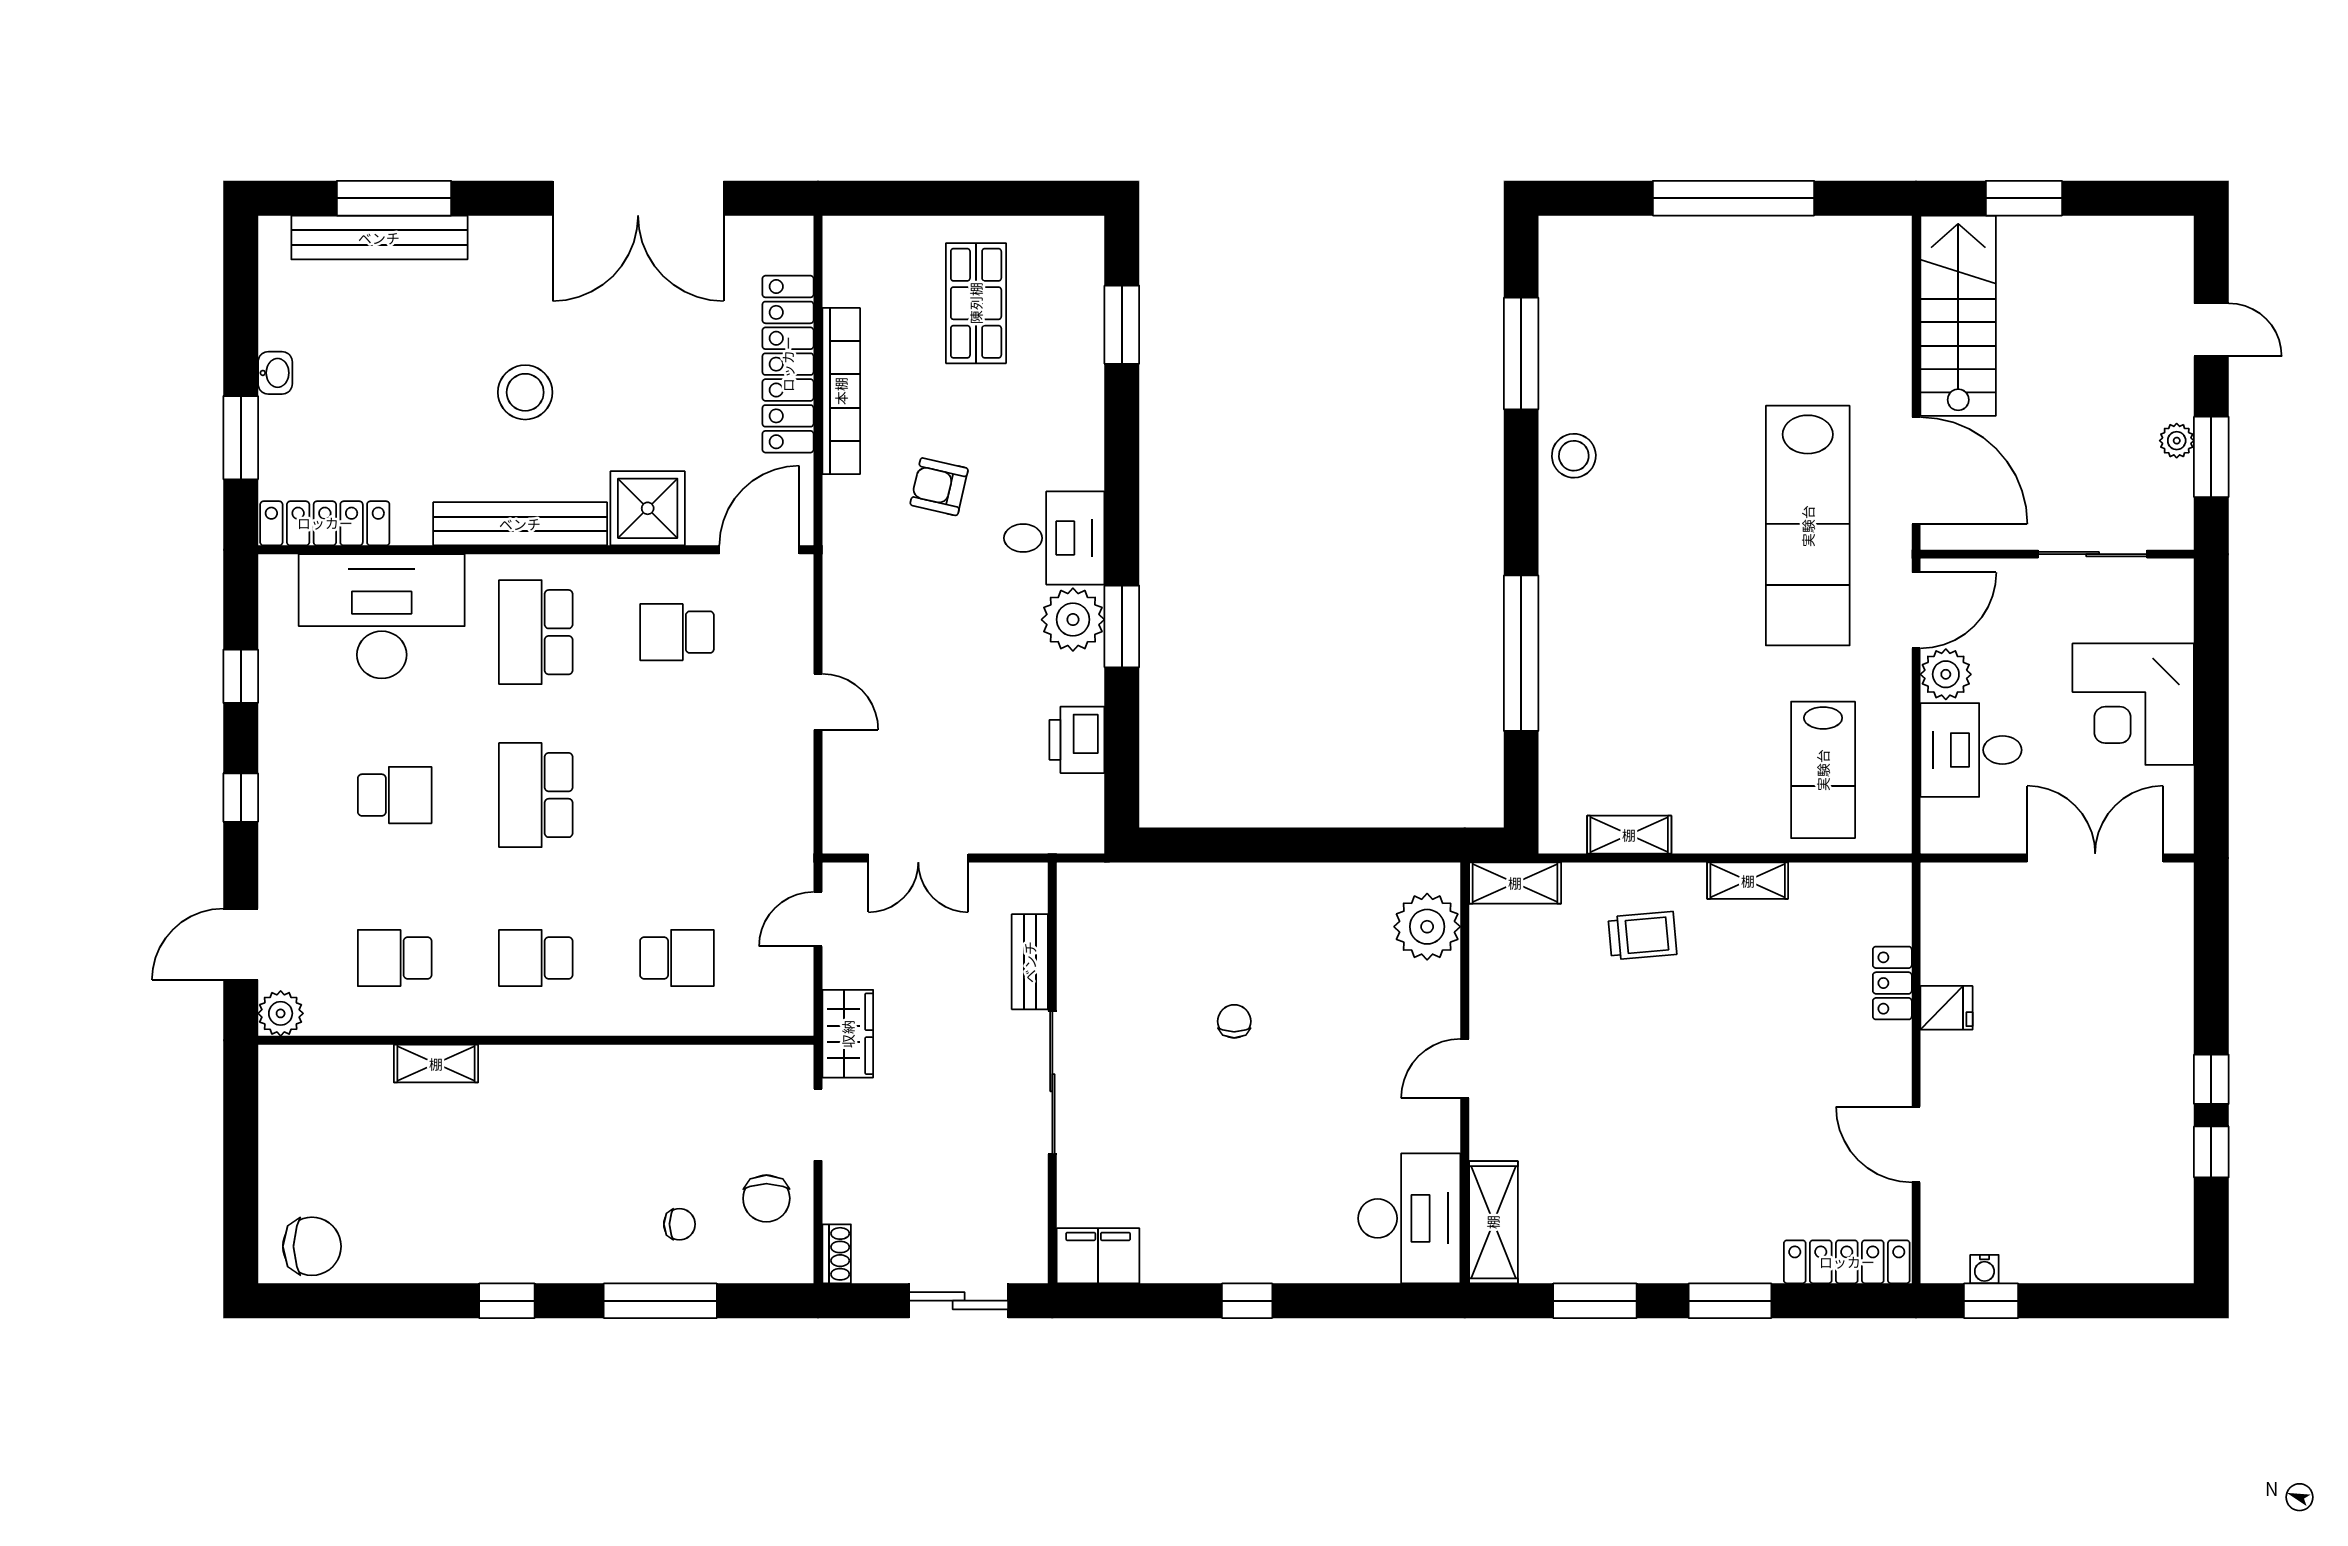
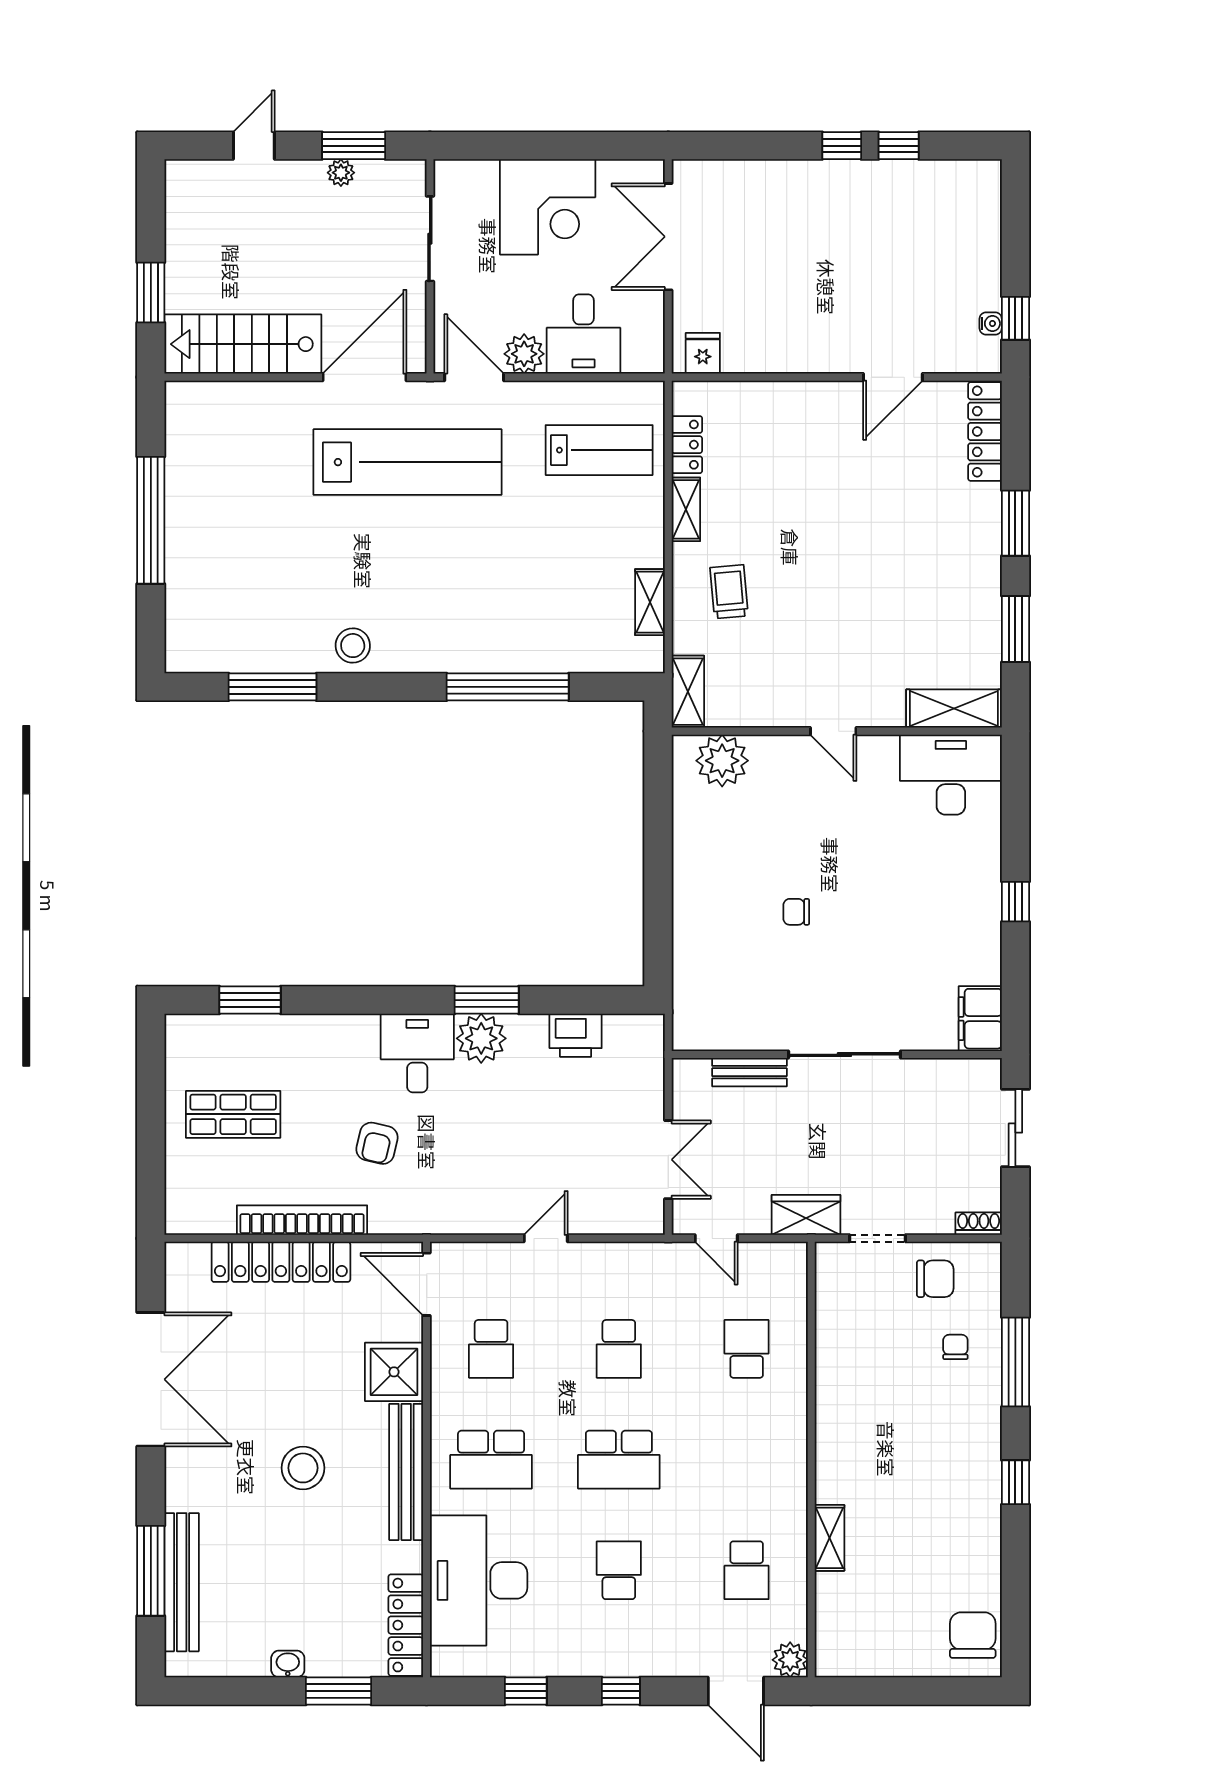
school desk: (536, 958) -> (619, 1349), moved
locker: (1892, 983) -> (687, 445), moved, turned -90
fridge: (1946, 1008) -> (703, 353), moved

